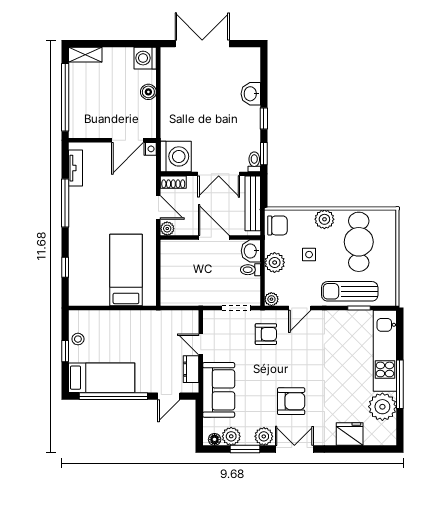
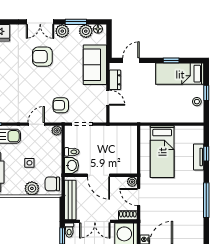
tv unit: (75, 168) -> (199, 157), moved
double door: (219, 174) -> (95, 221), swing flipped
plant: (324, 219) -> (32, 188), moved
plant: (275, 262) -> (54, 157), removed
window: (113, 396) -> (171, 60), width x0.32

